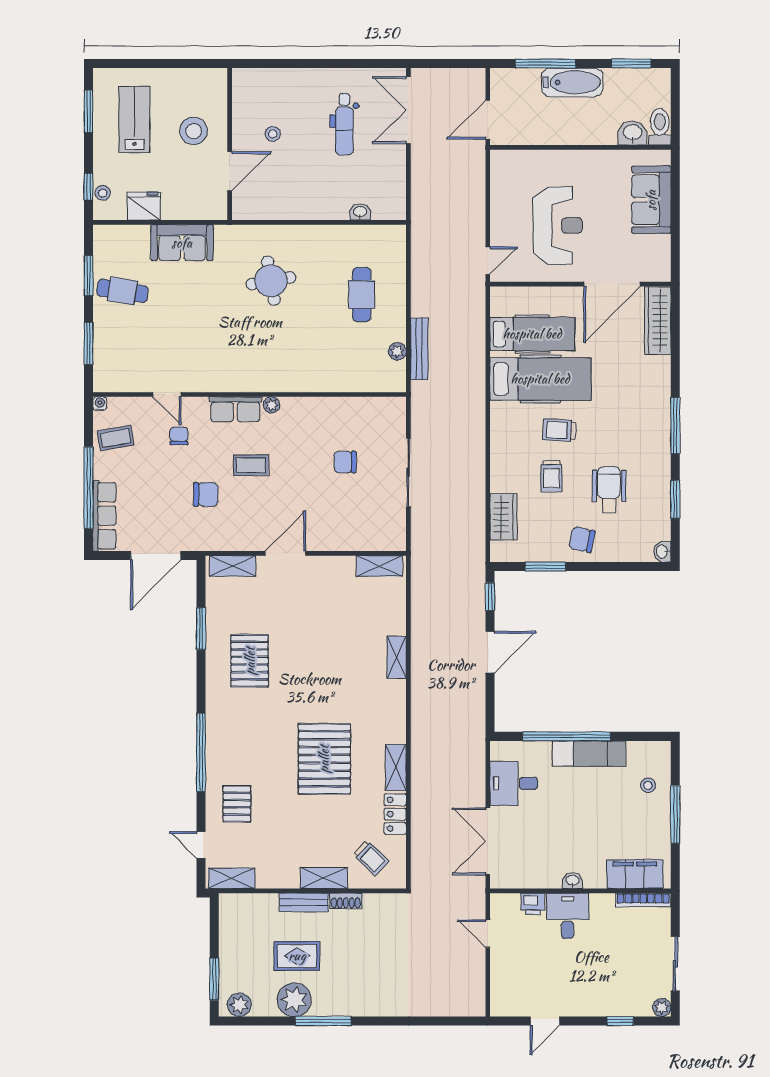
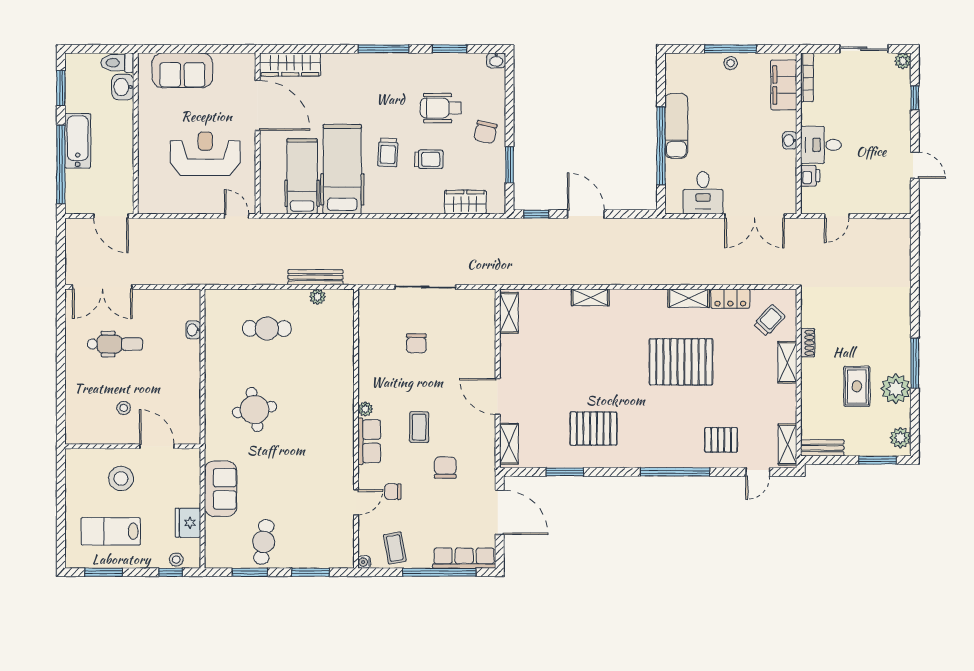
window: (546, 64) -> (61, 164), width x1.46
stool: (648, 785) -> (731, 63), moved
bench: (304, 902) -> (822, 448), moved, turned 90

